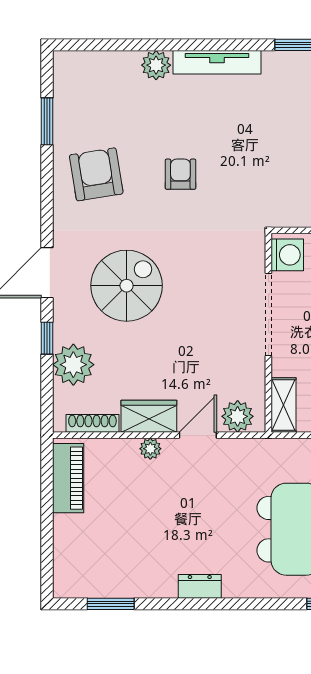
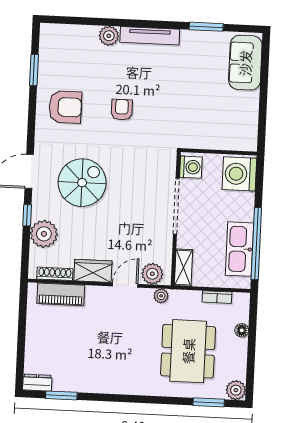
armchair: (96, 174) -> (65, 107), turned 99
plant: (150, 449) -> (161, 296), moved
piano: (68, 478) -> (61, 294), moved, turned 90
dresser: (200, 586) -> (37, 383), moved

